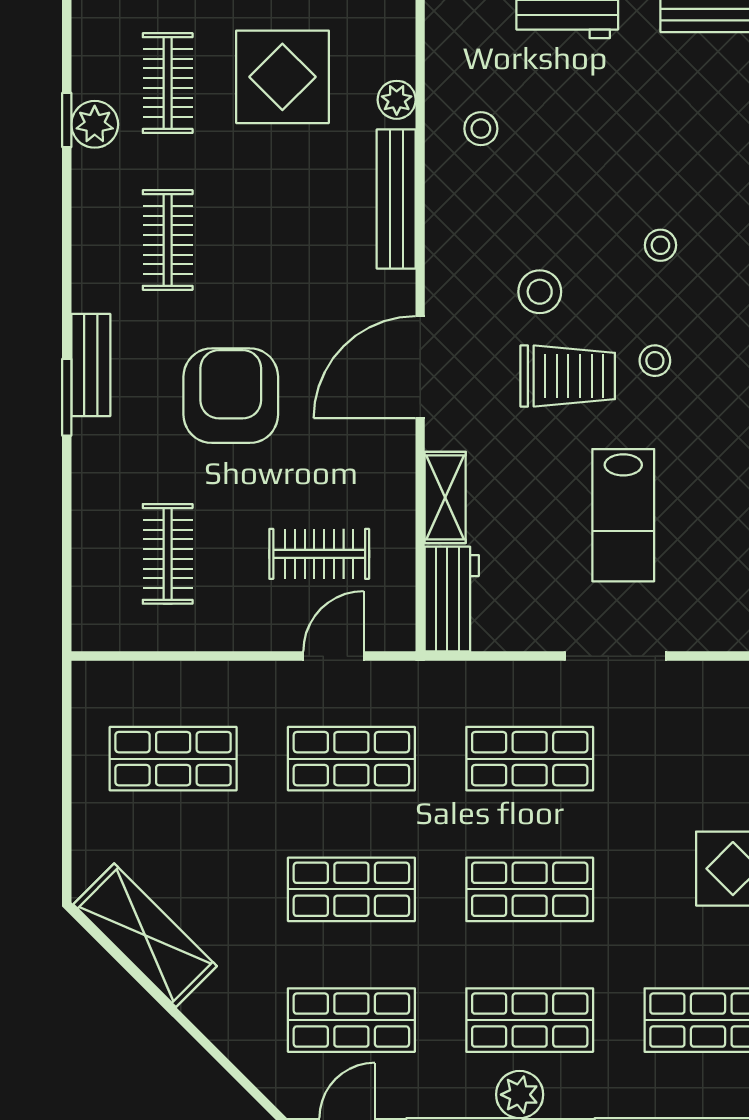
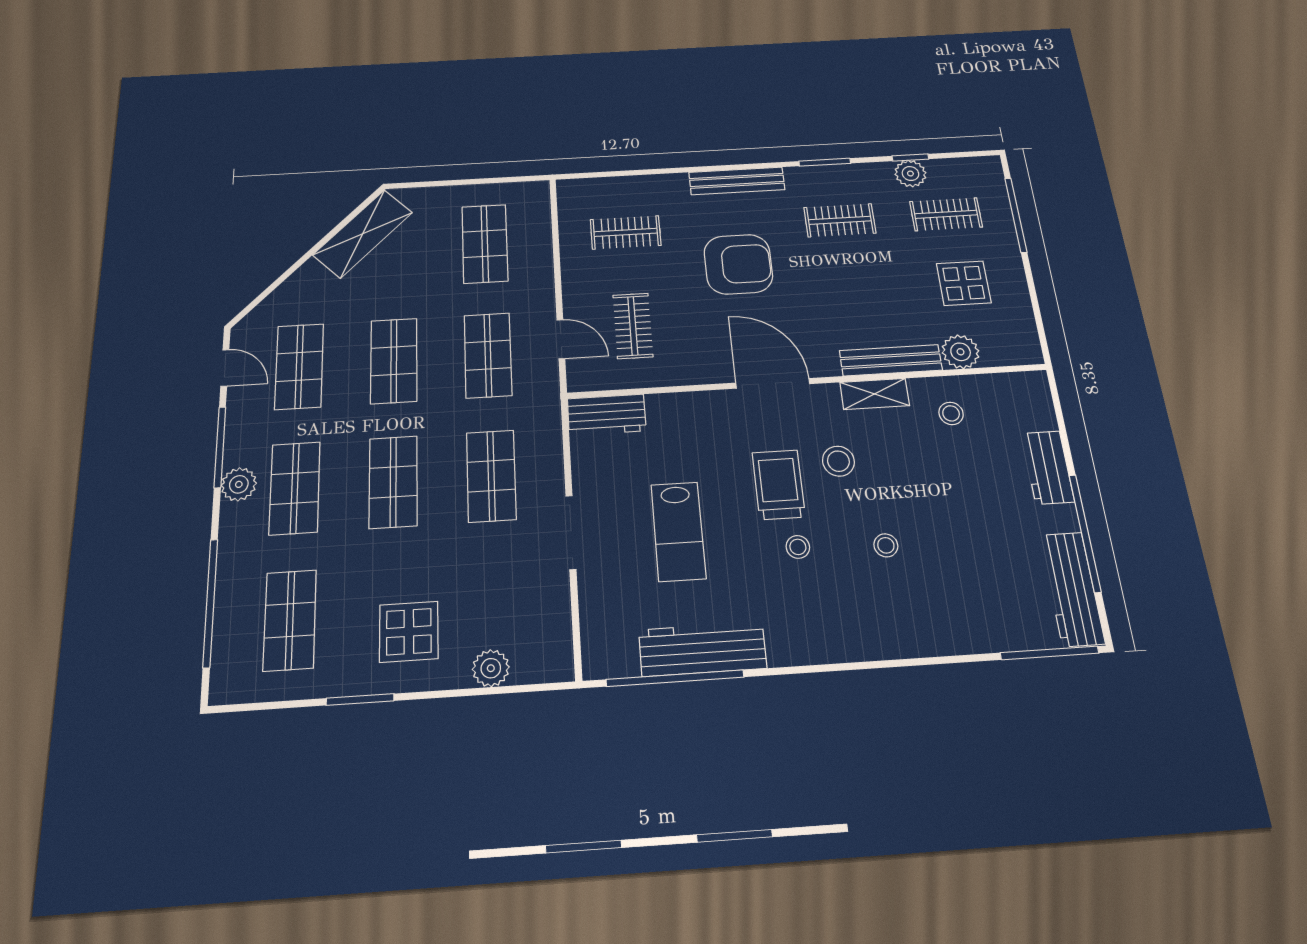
display table: (282, 77) -> (964, 283), width x0.73, depth x0.73
plant: (397, 100) -> (961, 352), width x1.38, depth x1.38
bench: (91, 365) -> (737, 181), width x1.36
trolley: (568, 376) -> (779, 485), turned 180
window: (67, 397) -> (825, 162), moved
shelving: (445, 497) -> (875, 394), moved
lab bench: (623, 515) -> (678, 531), turned -90

